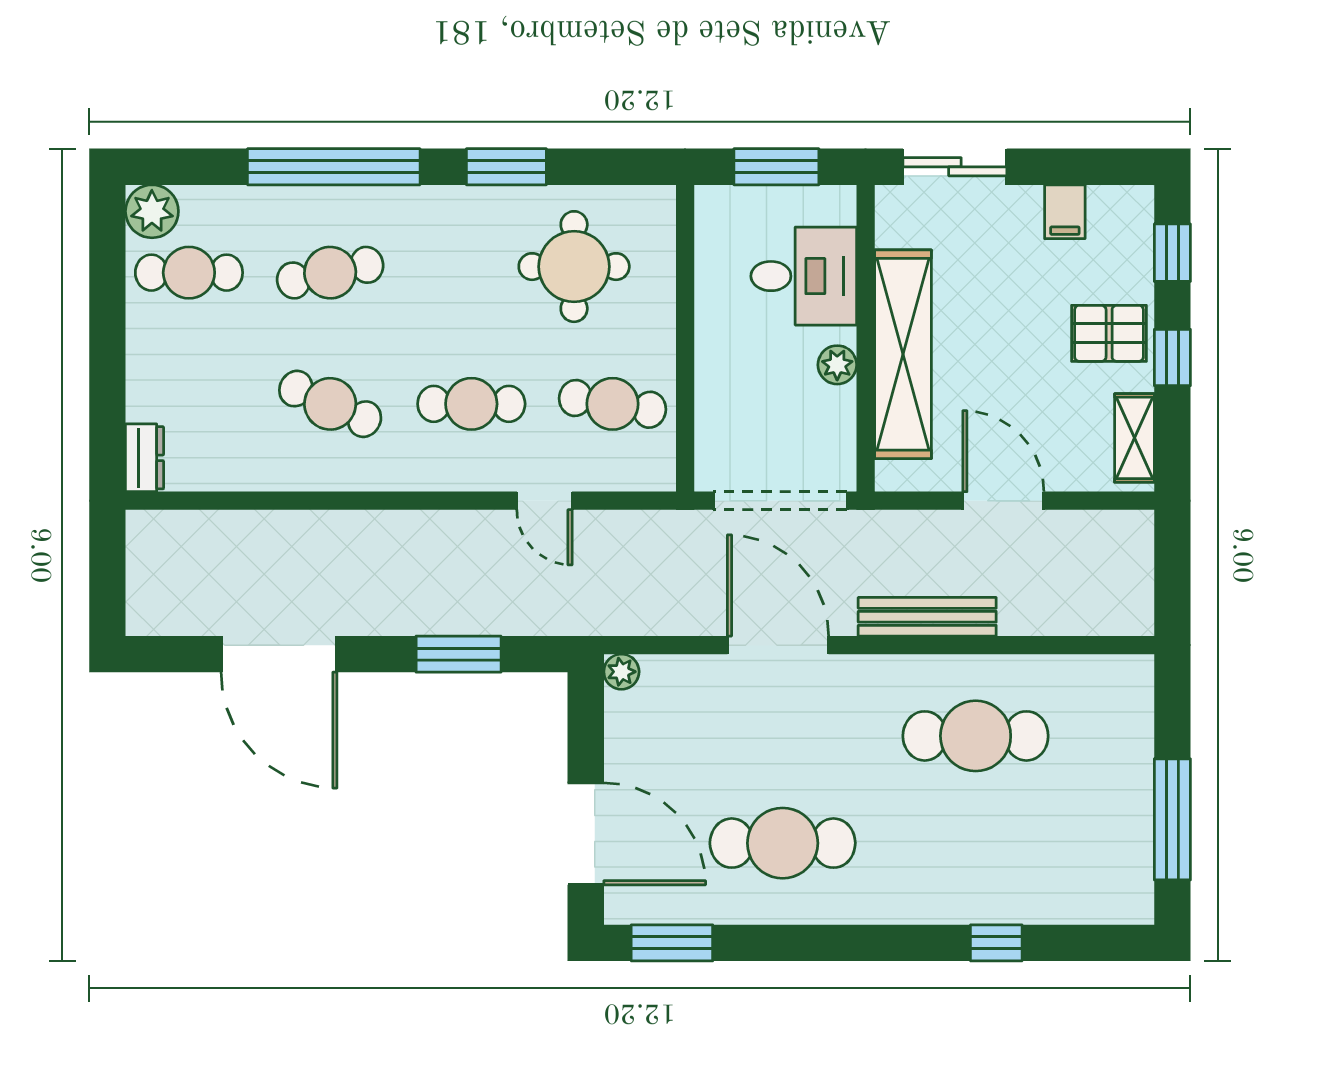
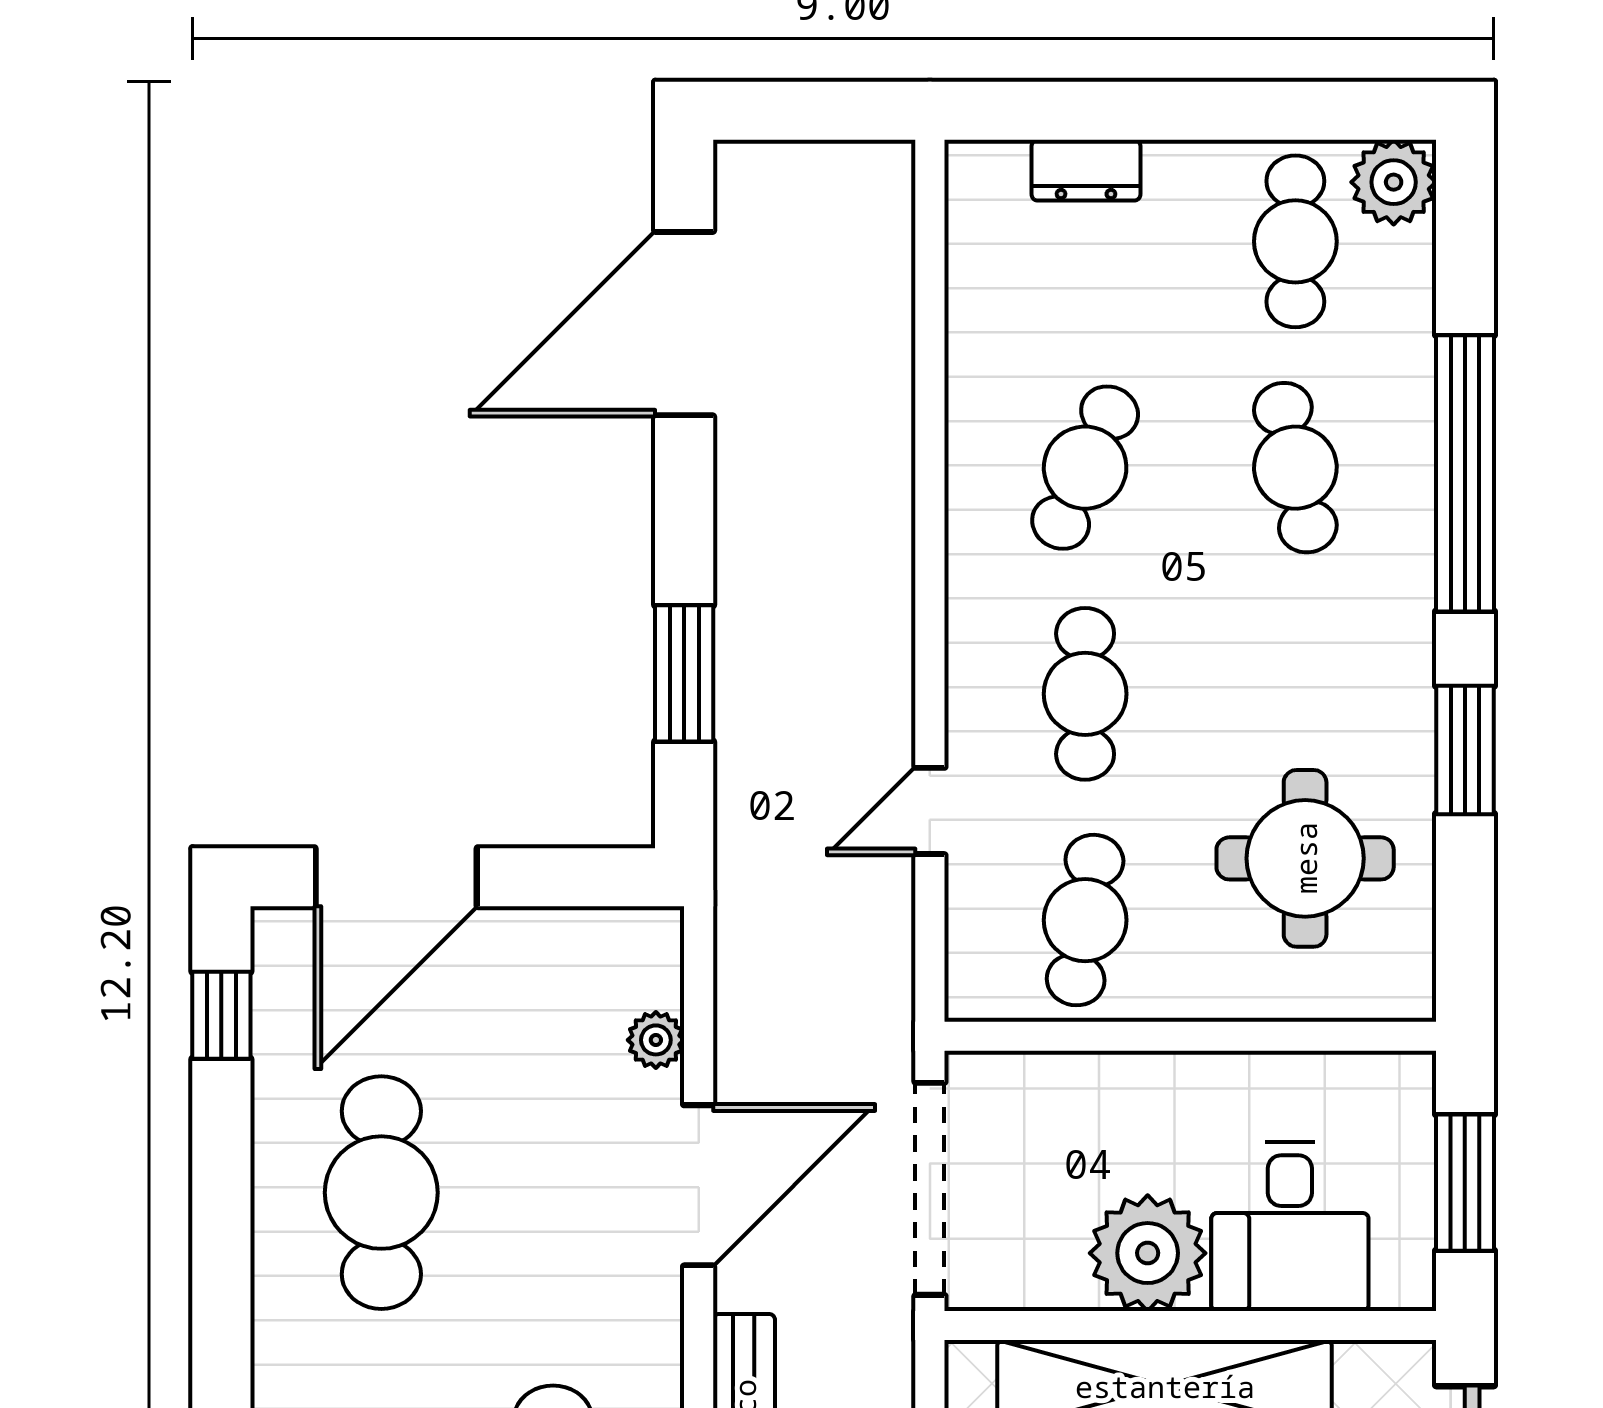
plant: (837, 365) -> (1148, 1253), width x1.88, depth x1.88
dresser: (145, 458) -> (1086, 170), moved
door: (279, 654) -> (684, 324), moved
plant: (621, 672) -> (656, 1040), moved
window: (672, 943) -> (221, 1015), width x0.67

